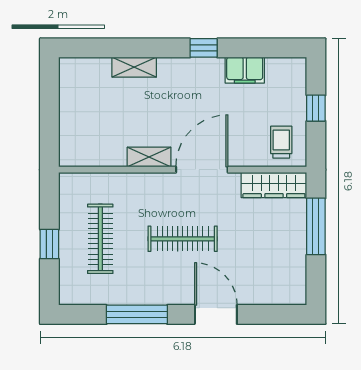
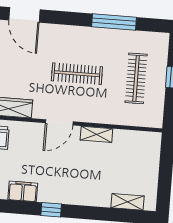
shelving: (134, 67) -> (128, 202), moved
door: (202, 170) -> (59, 122), width x0.73
door: (216, 314) -> (24, 15), moved

